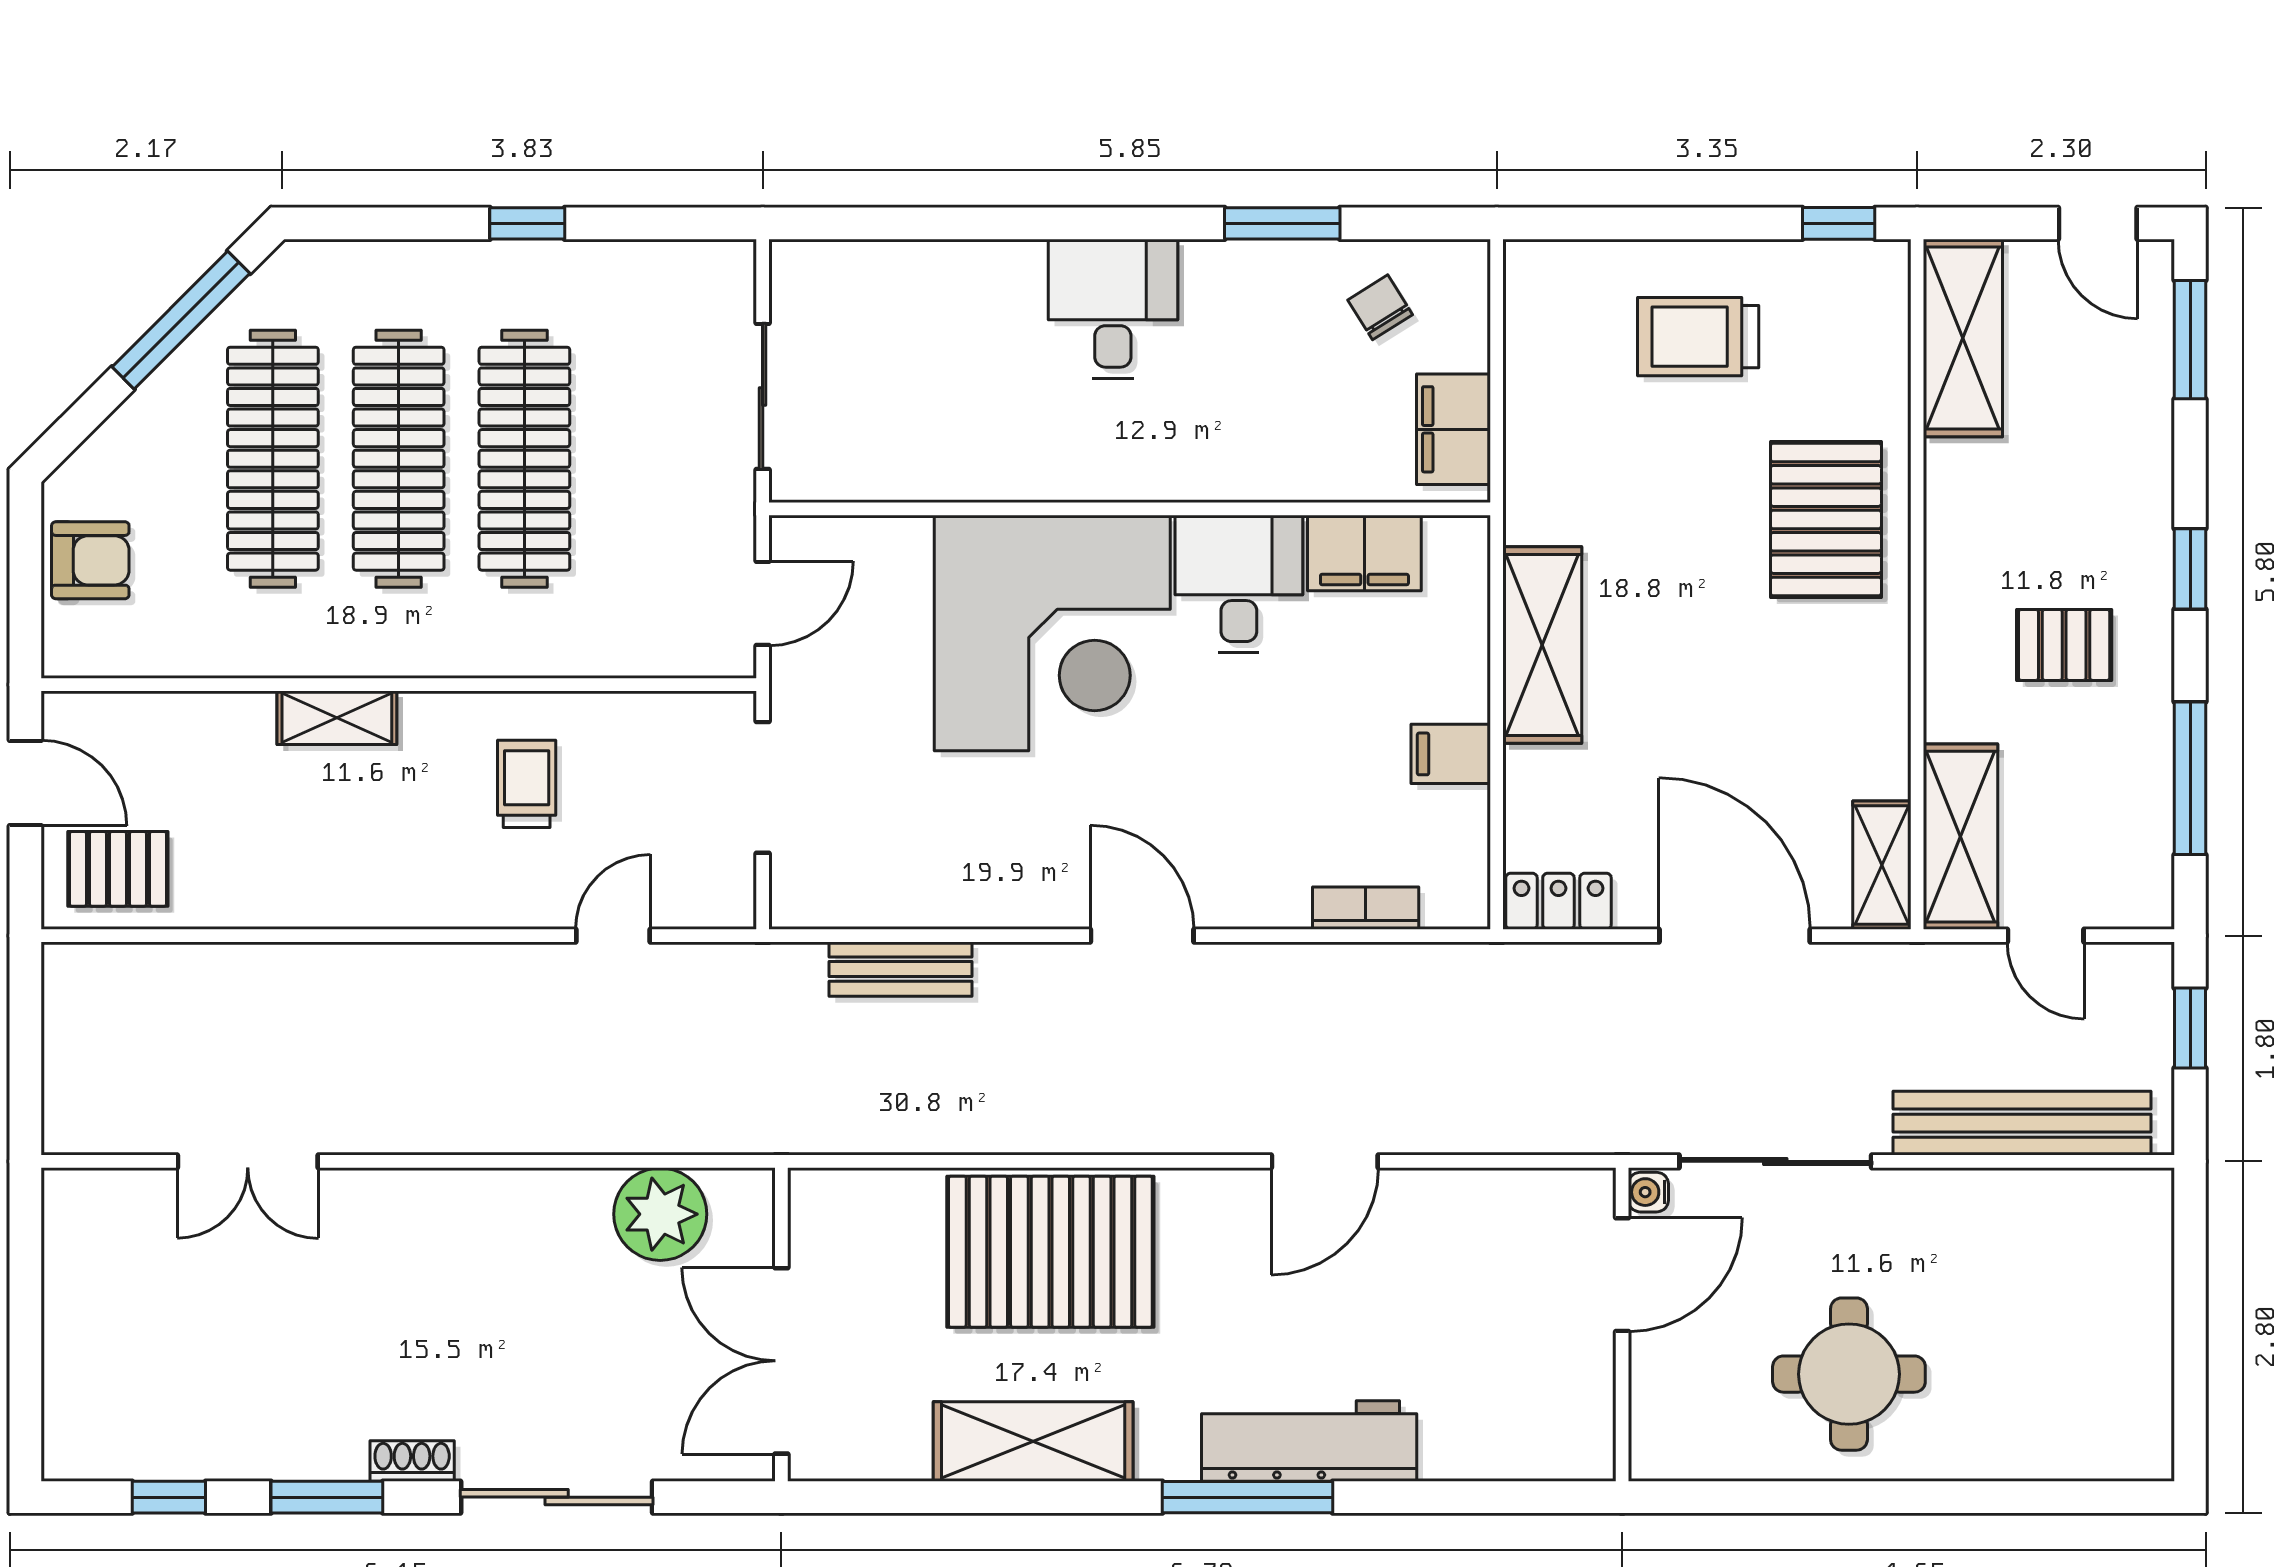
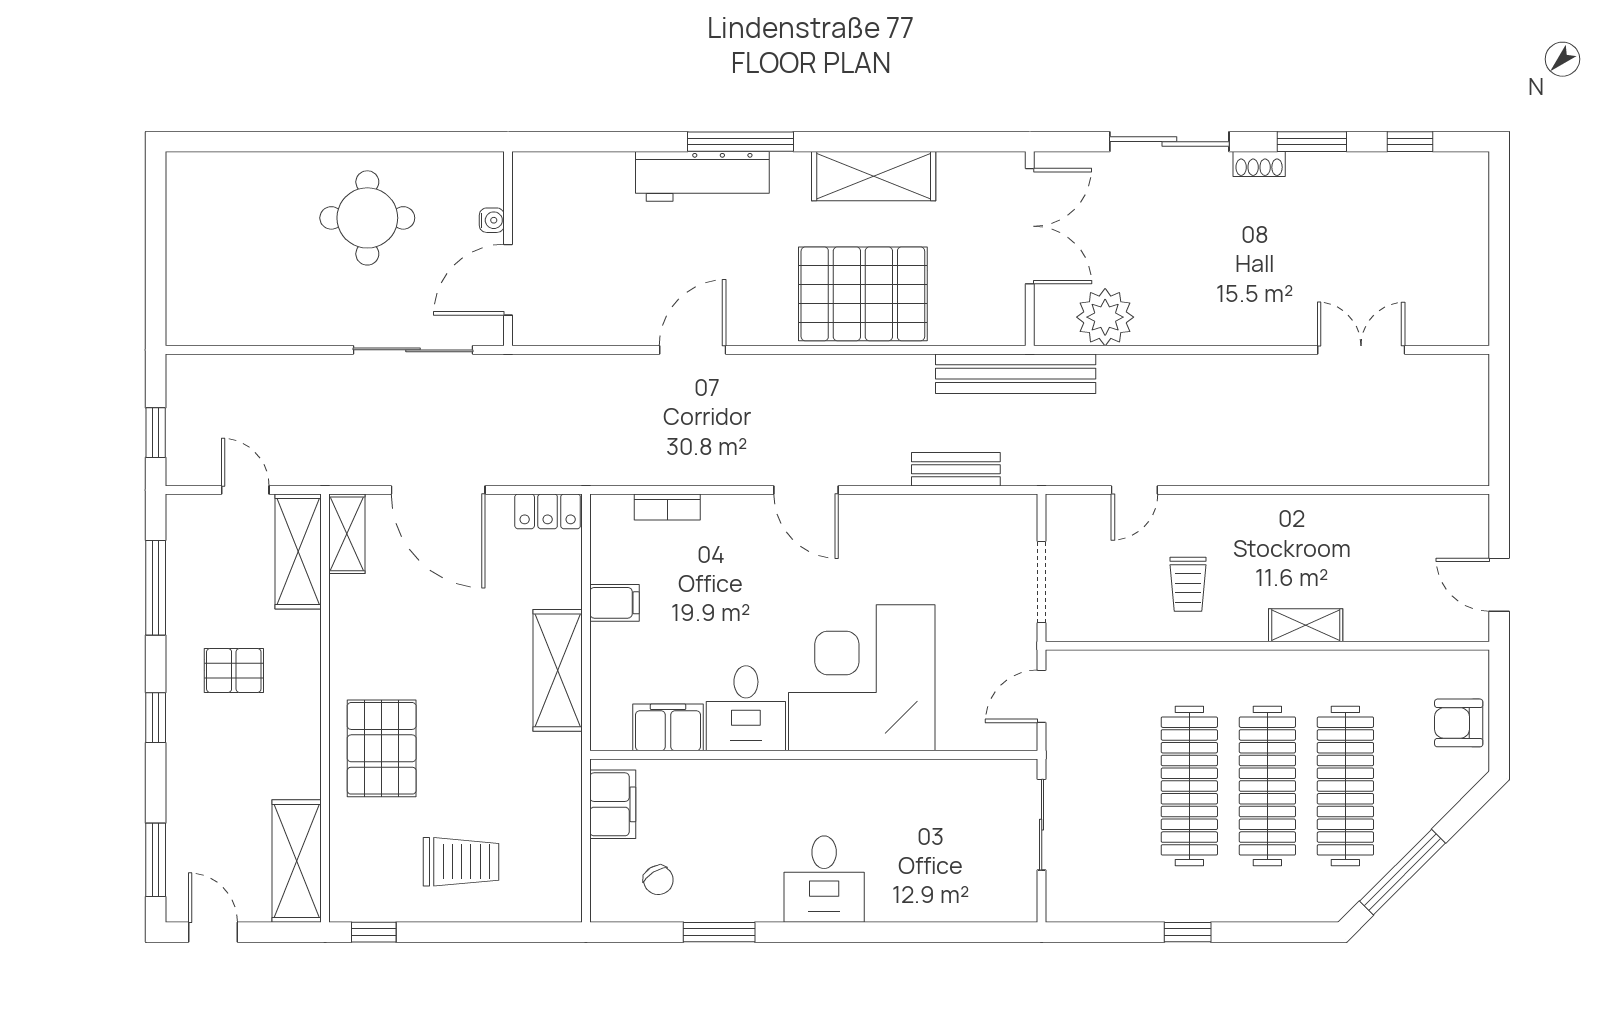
pallet: (118, 869) -> (1442, 531), removed
bench: (2022, 1123) -> (1016, 374), moved
water cooler: (1648, 1192) -> (492, 220), moved

